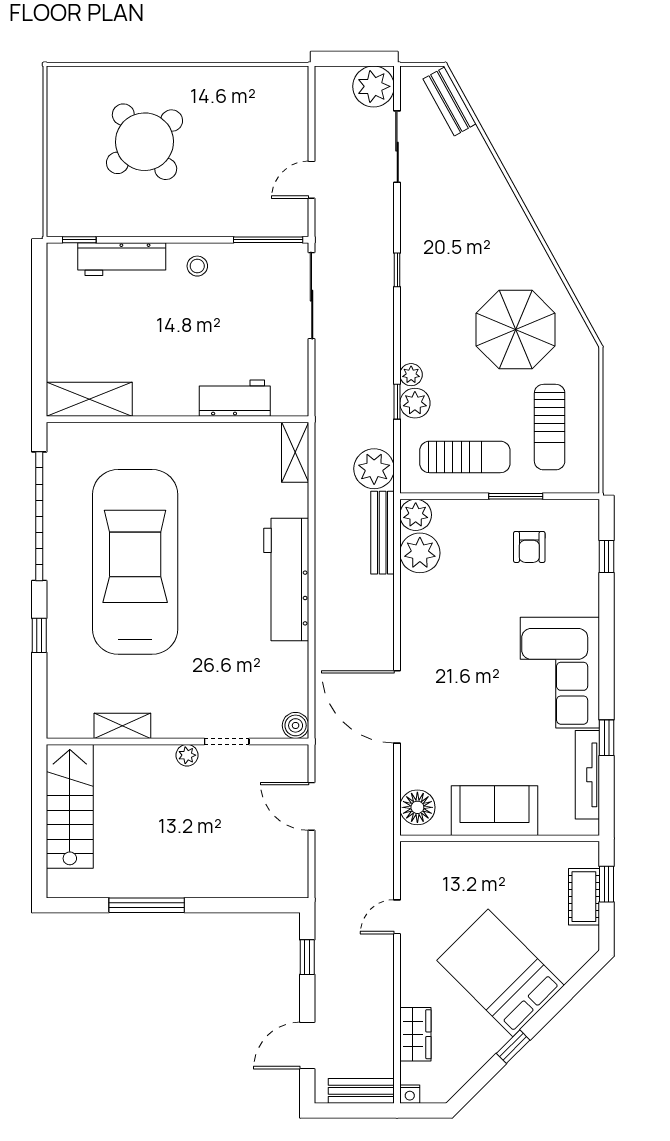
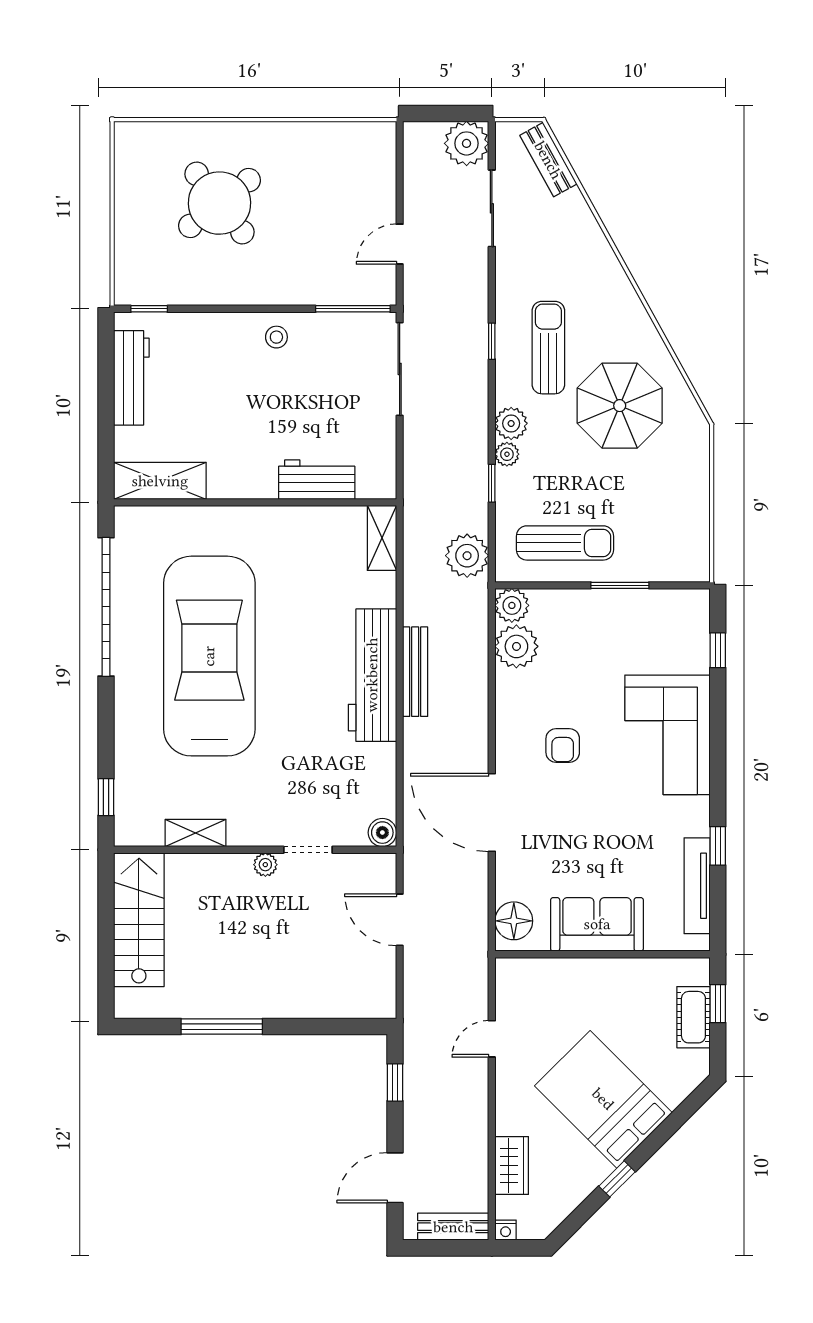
workbench: (122, 259) -> (131, 378), moved, turned -90
plant: (415, 403) -> (511, 423), moved
sun lounger: (550, 427) -> (548, 348), moved, turned 180
bench: (383, 533) -> (415, 672), moved
armchair: (529, 547) -> (563, 745), moved
window: (39, 635) -> (106, 797), moved
corner sofa: (560, 673) -> (667, 735), moved

